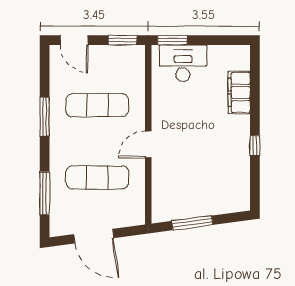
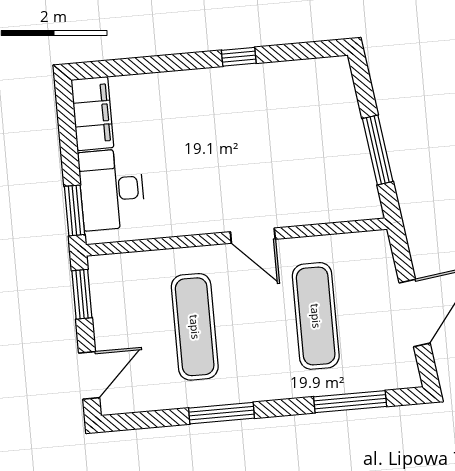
filing cabinet: (239, 92) -> (92, 114), moved, turned -90

